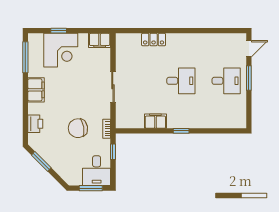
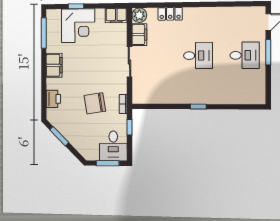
plant: (123, 40) -> (139, 15), added
filing cabinet: (155, 121) -> (139, 35), moved, turned 90

